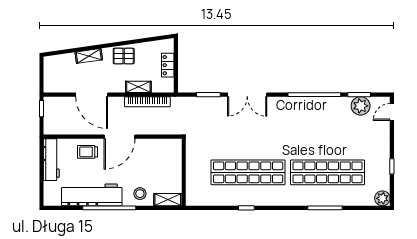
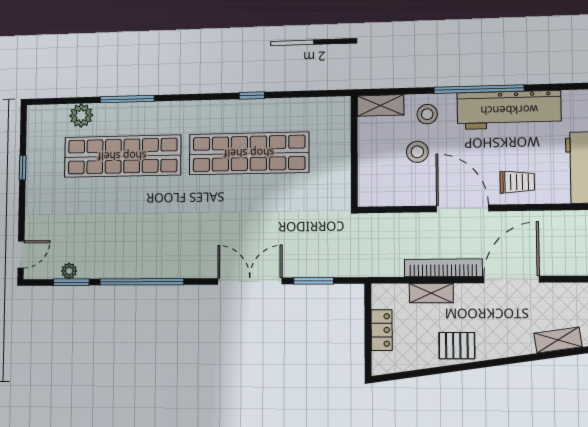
shelving: (89, 56) -> (558, 340), moved
door: (92, 95) -> (512, 279), hinge flipped
bookcase: (147, 102) -> (443, 268), moved
plant: (361, 106) -> (69, 271), width x0.53, depth x0.53
door: (120, 137) -> (462, 208), hinge flipped
stool: (146, 171) -> (417, 152), added
plant: (382, 198) -> (81, 115), moved

